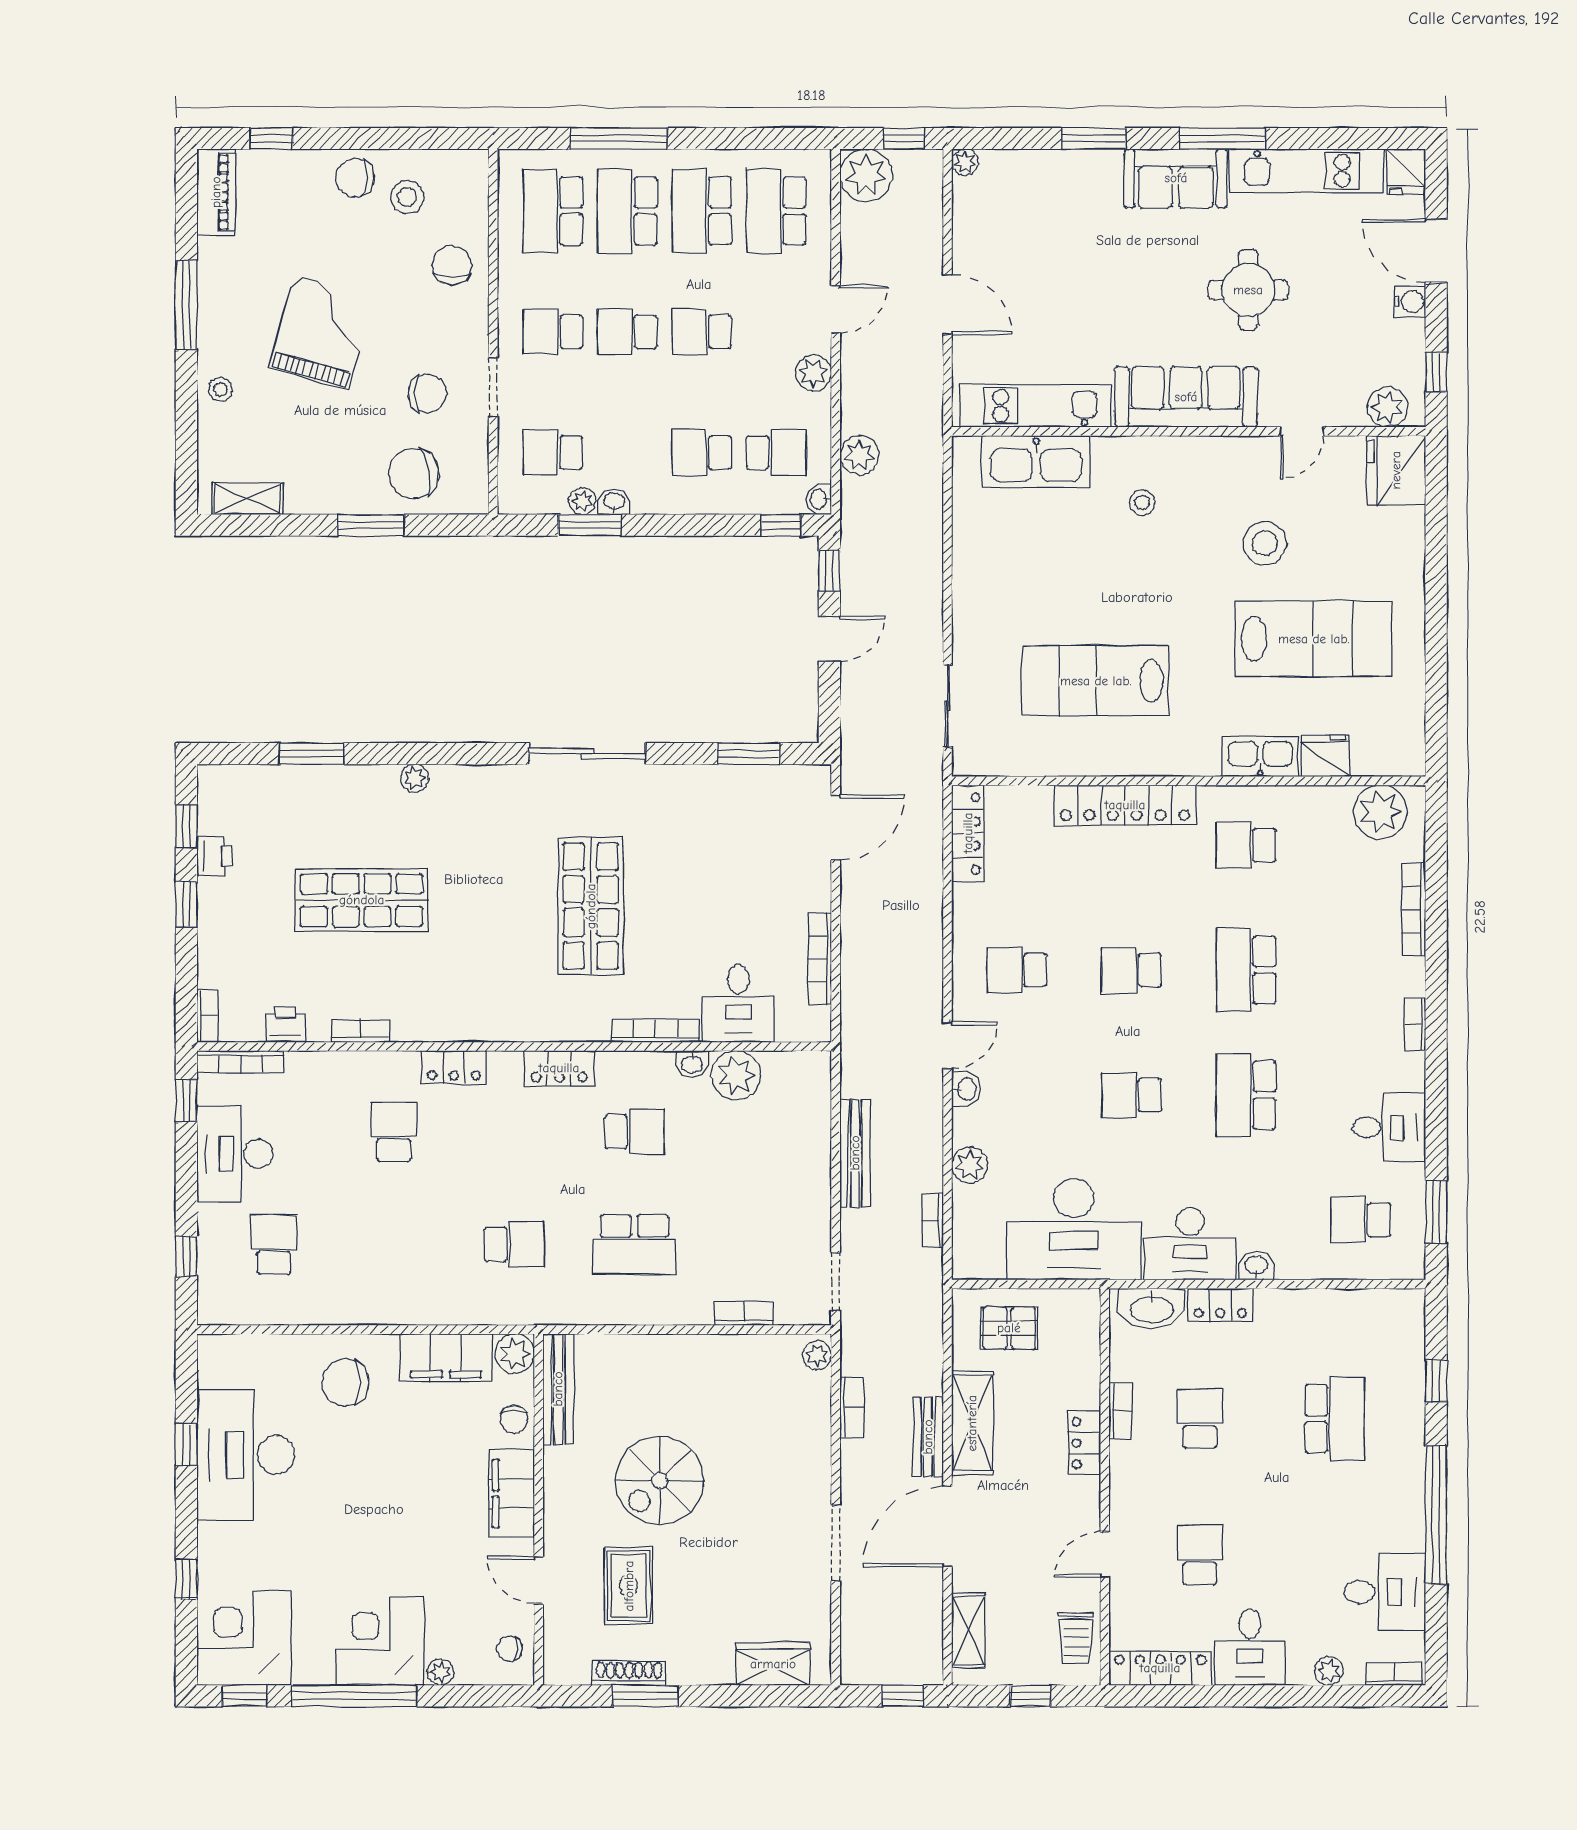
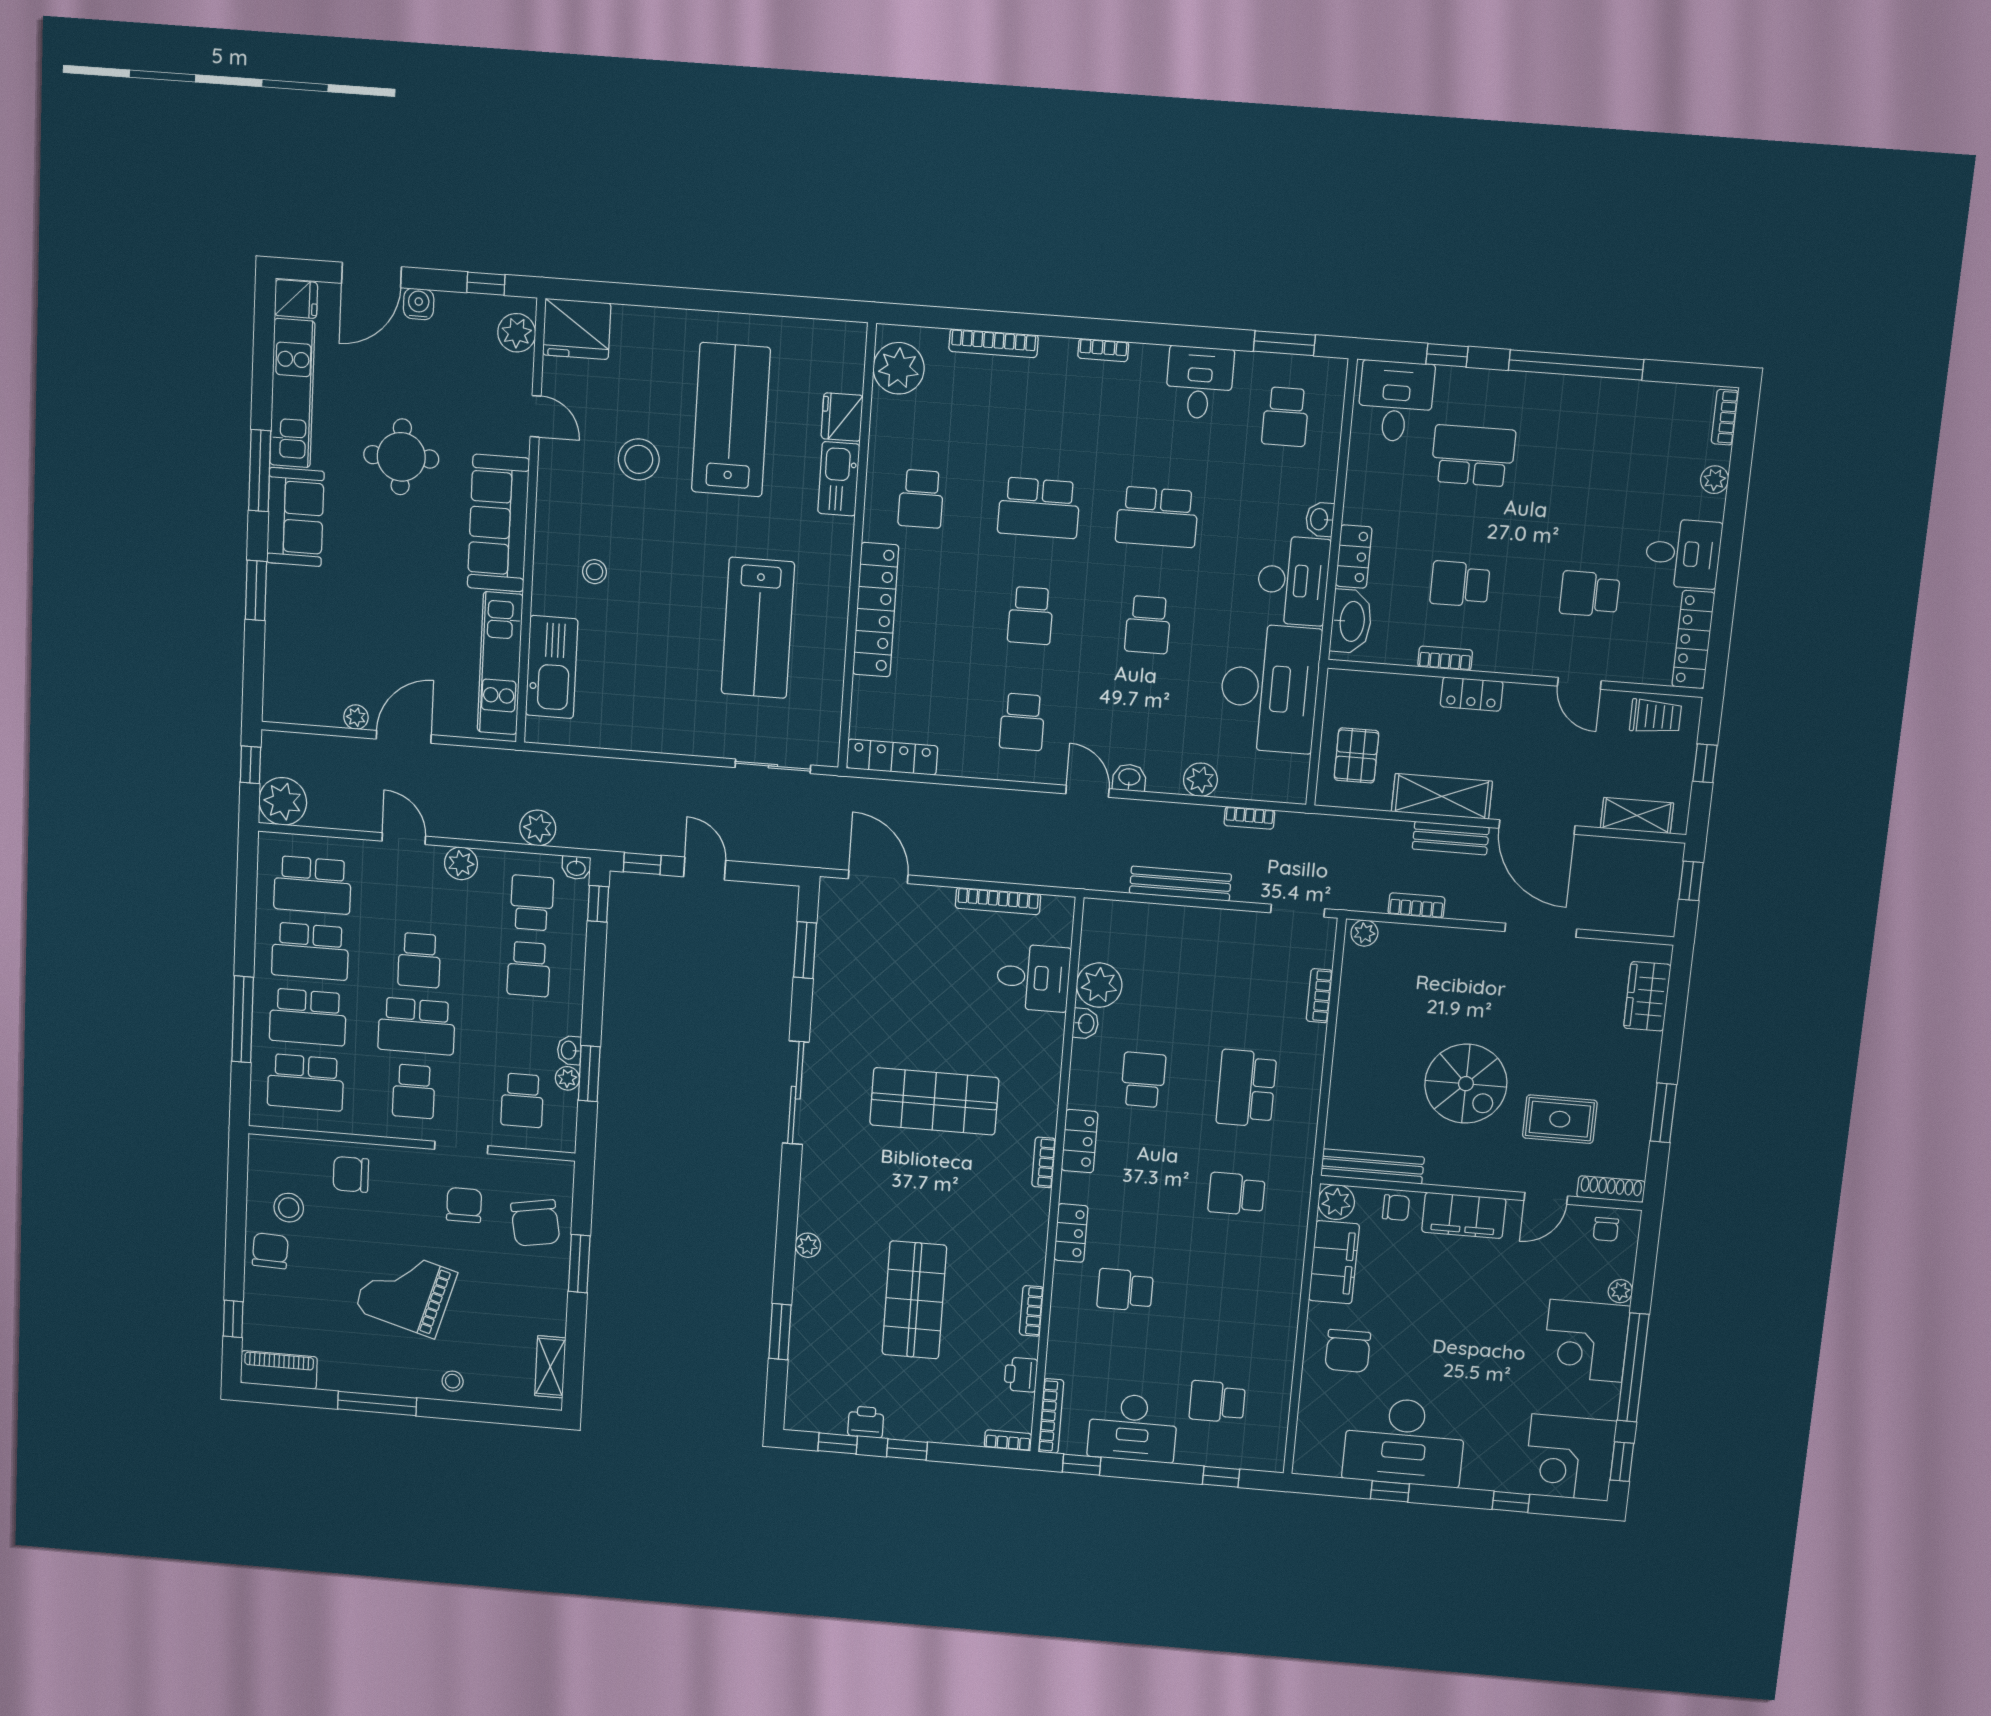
plant: (965, 162) -> (356, 717), moved
chair: (355, 178) -> (270, 1251), turned 180
school desk: (627, 332) -> (417, 1026), width x1.85
bookcase: (655, 1031) -> (1044, 1162), moved, width x0.64
school desk: (514, 1244) -> (1236, 1194), turned -90
school desk: (634, 1244) -> (1246, 1088), turned 180
desk: (1385, 1592) -> (1396, 401), moved
shoe rack: (629, 1673) -> (1611, 1189), moved, turned 90

